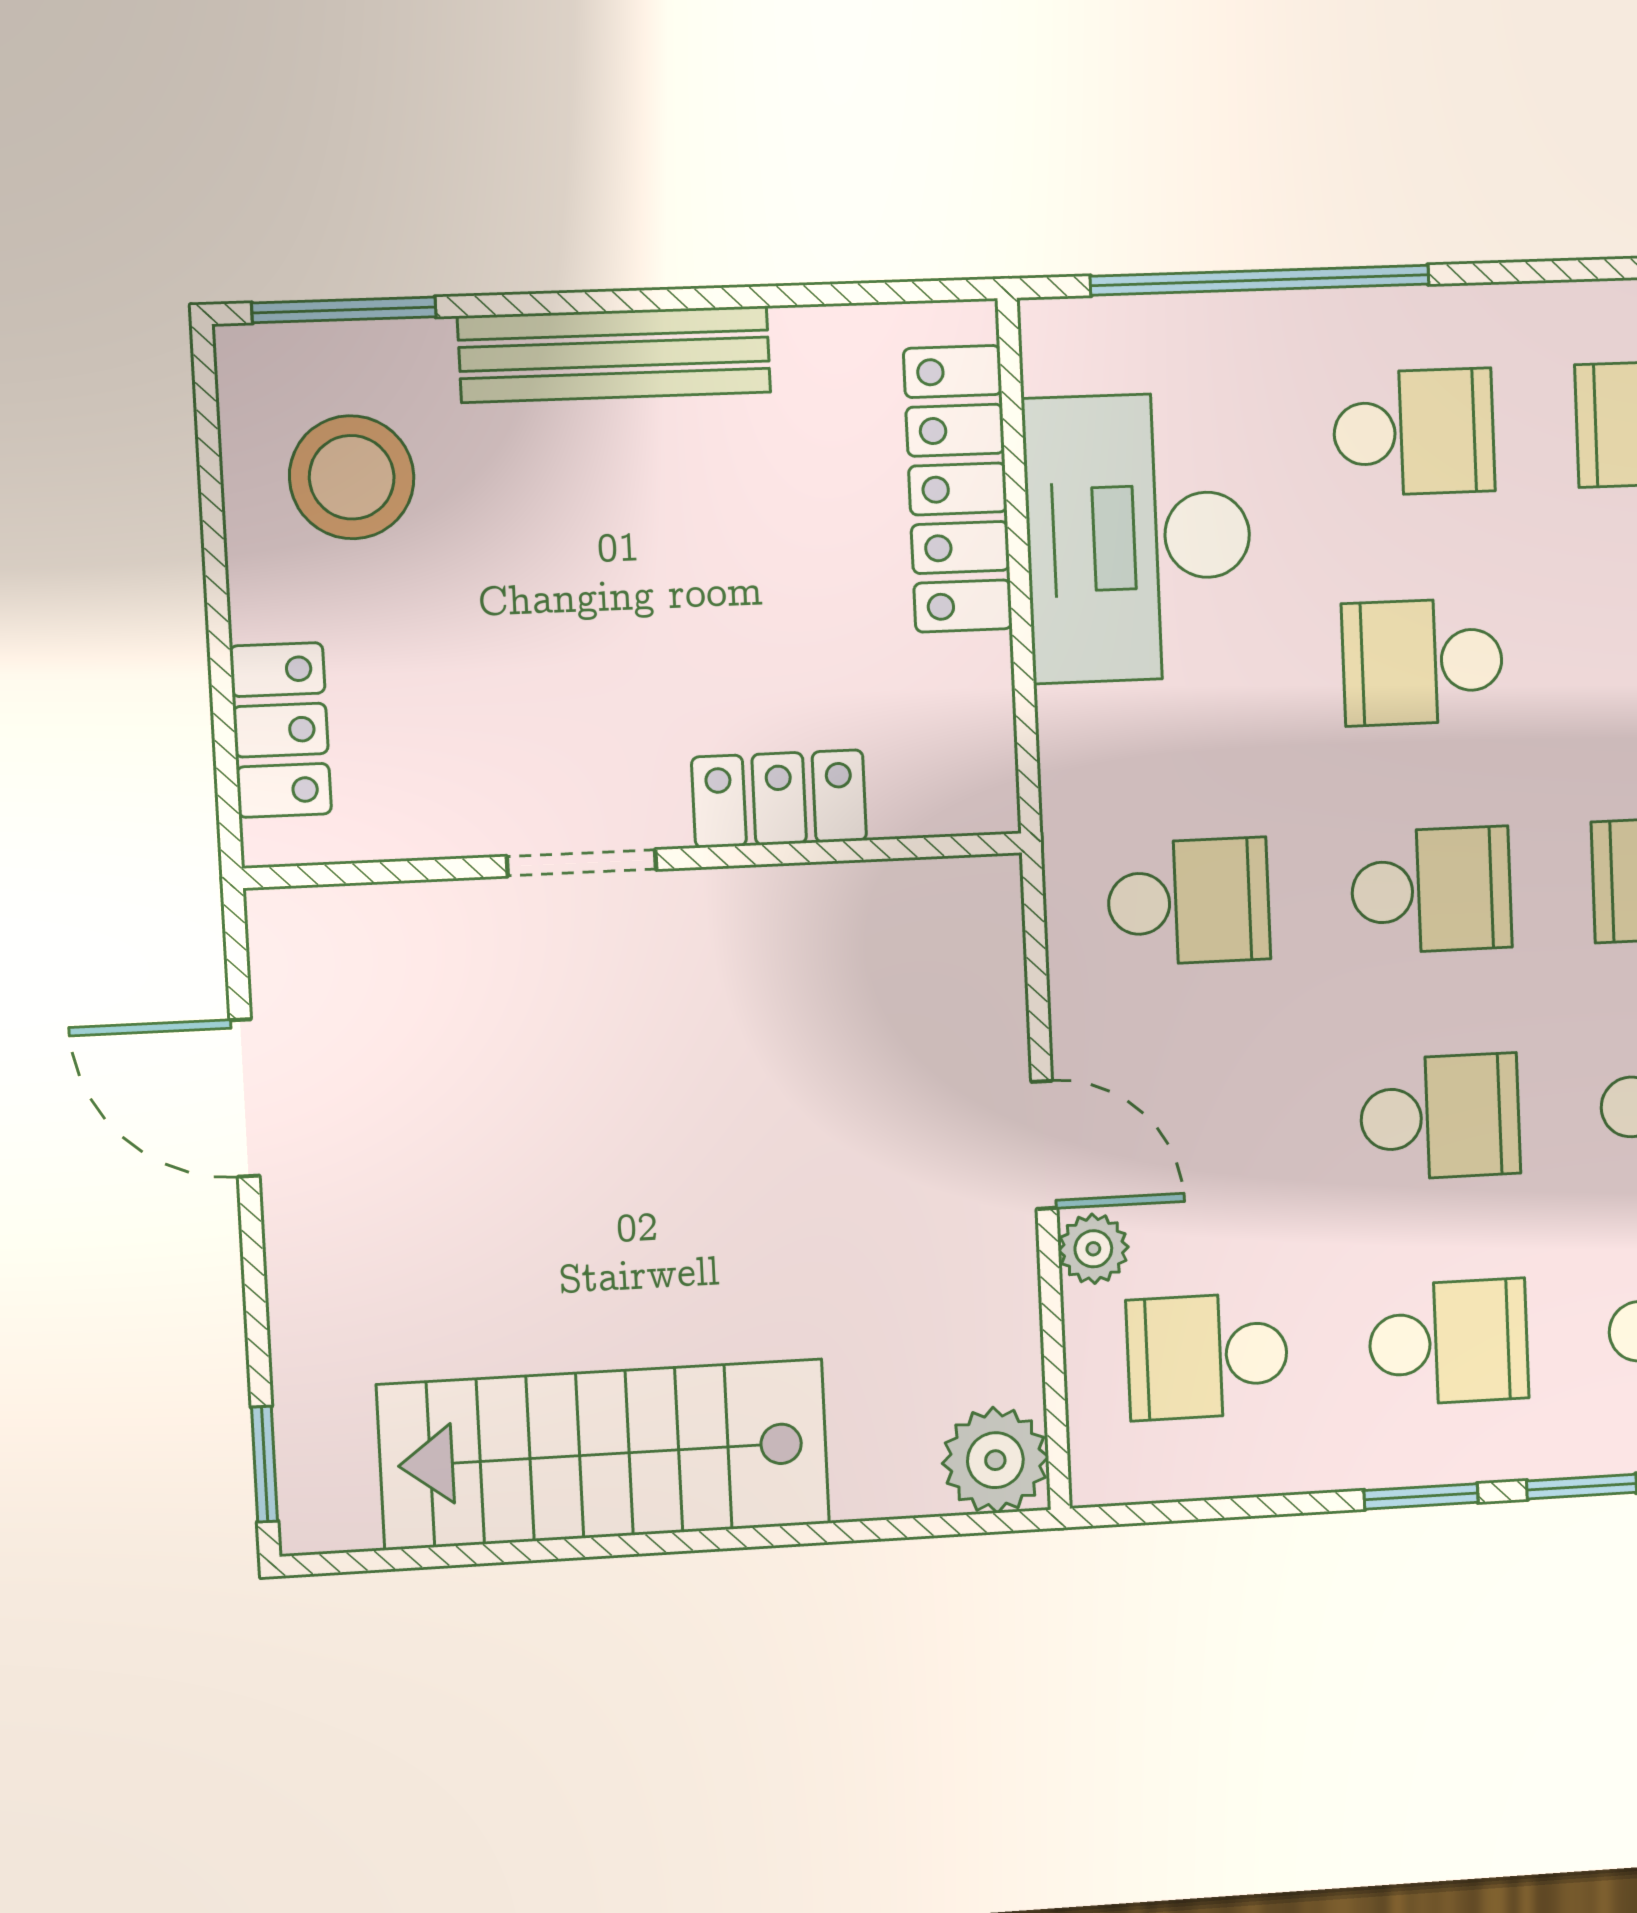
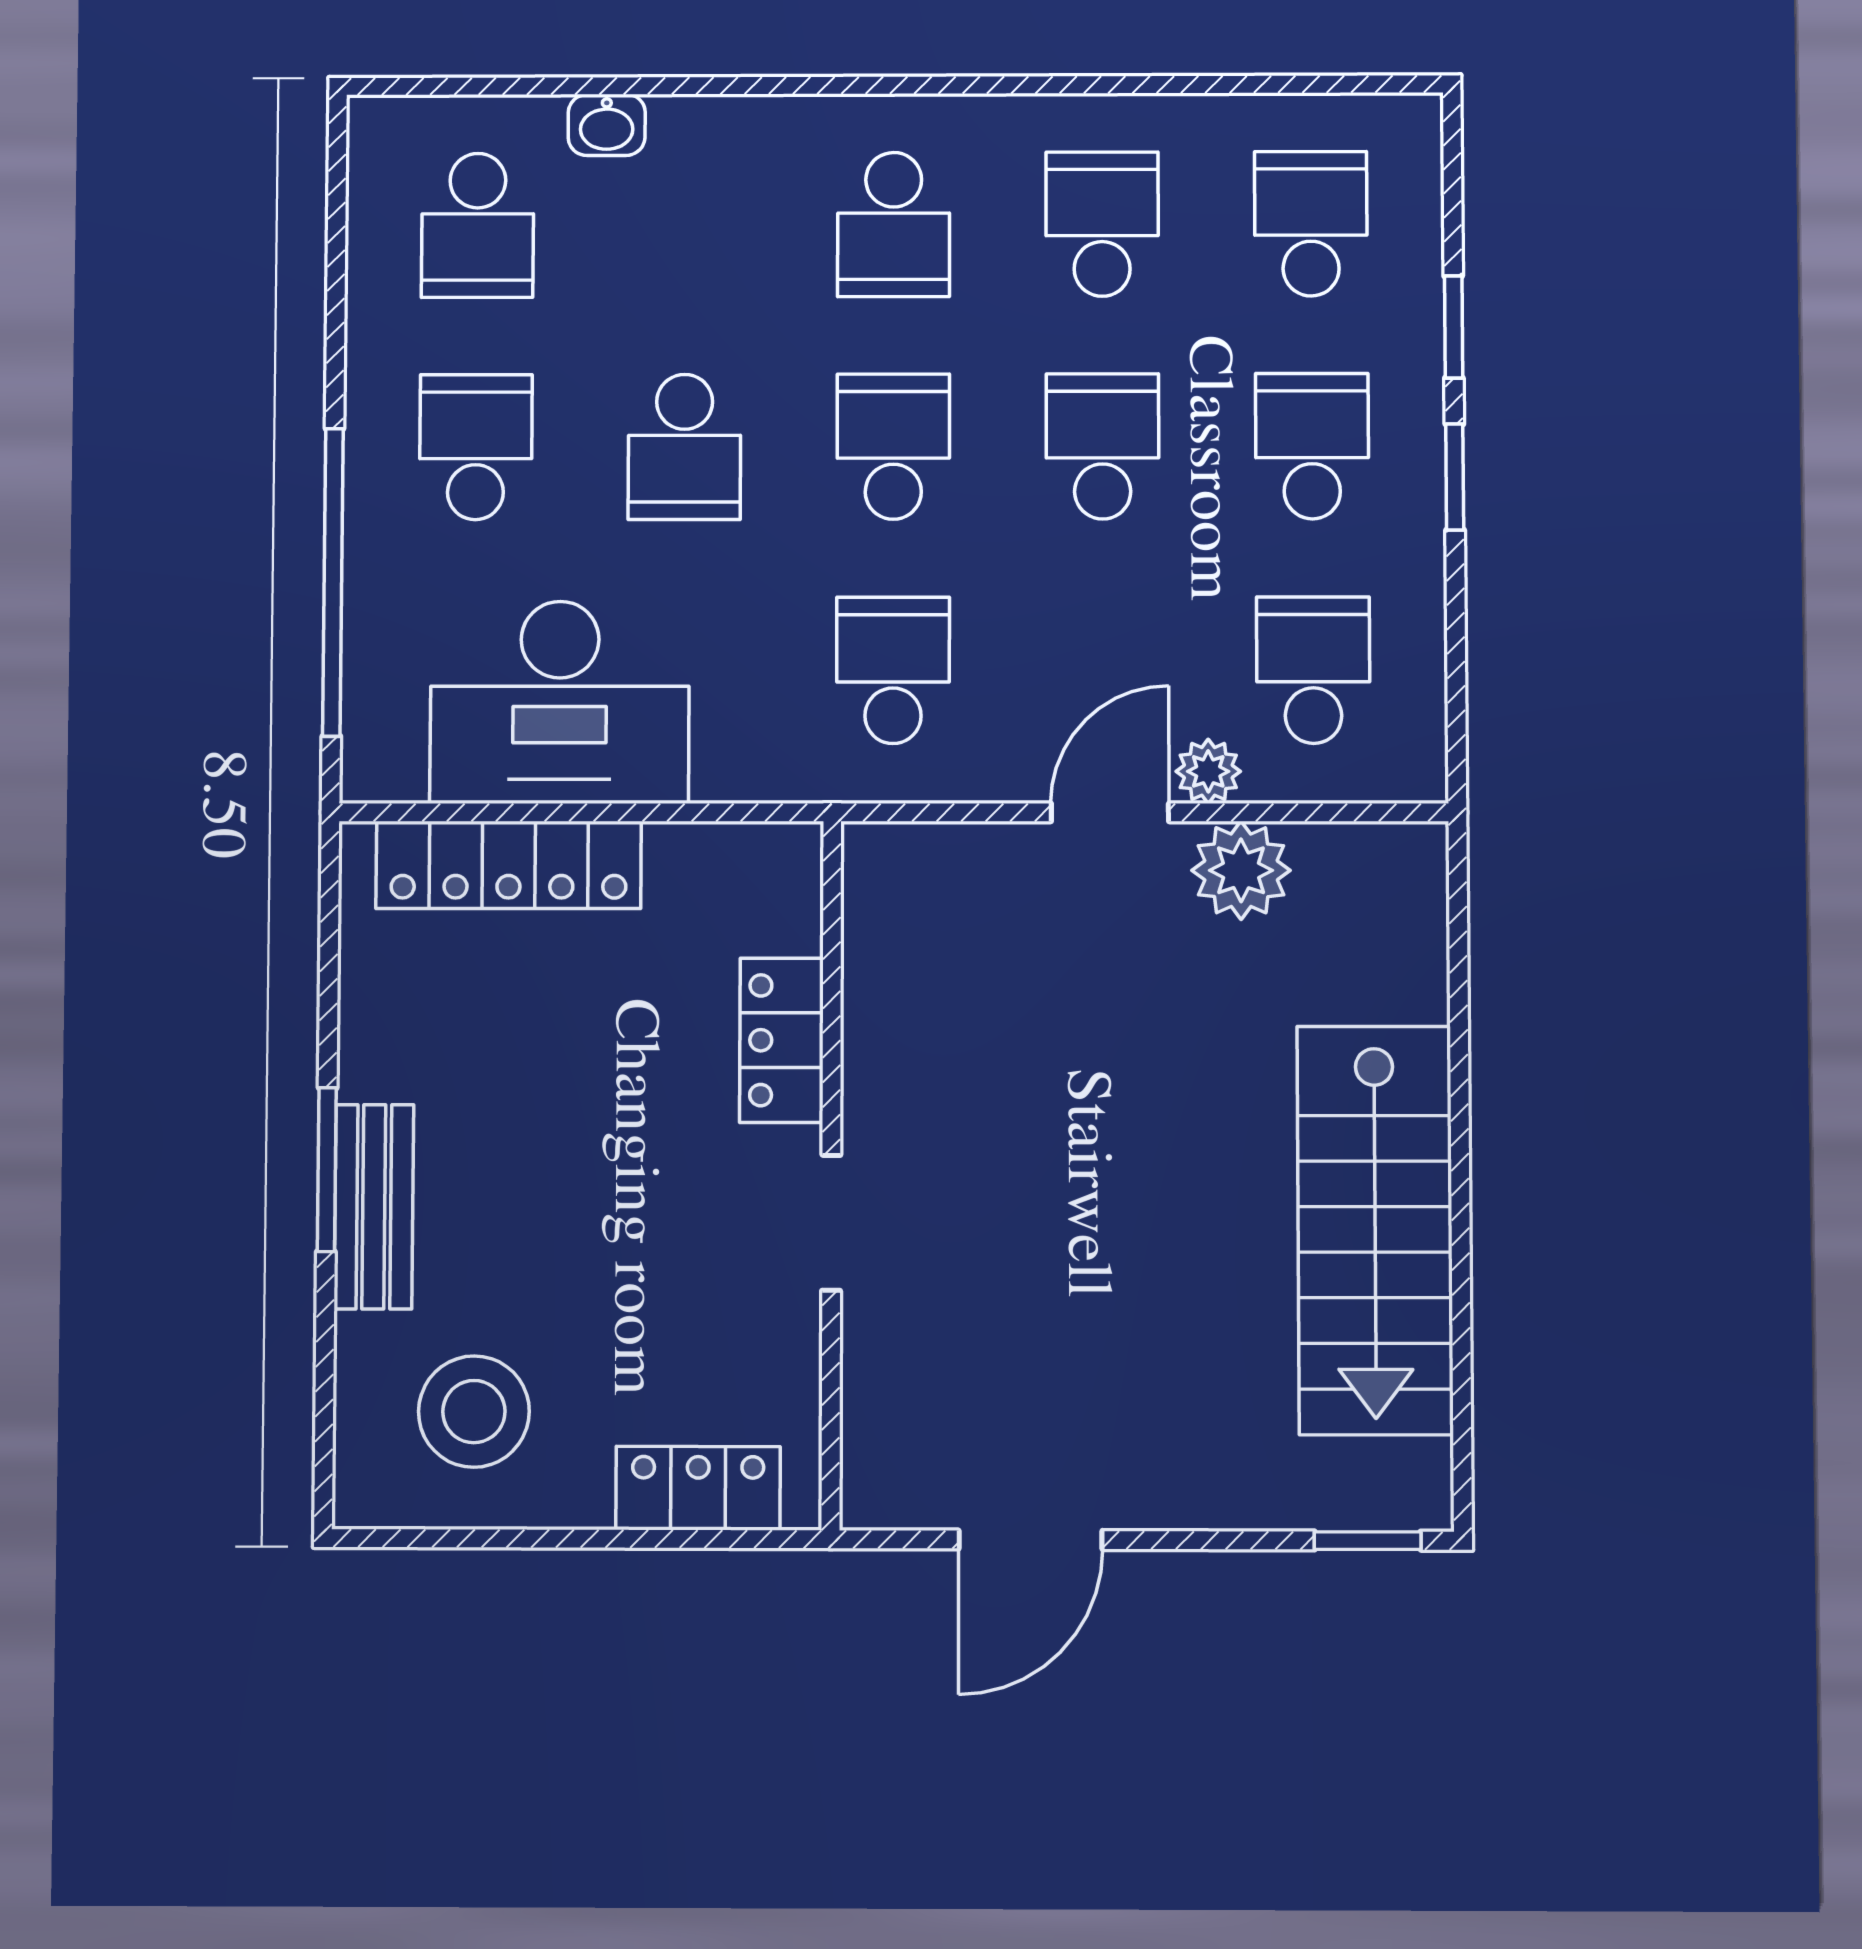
window: (344, 310) -> (327, 1170), moved
bench: (614, 354) -> (374, 1207), width x0.73
school desk: (1207, 1356) -> (1313, 670), turned 180
plant: (995, 1460) -> (1241, 870), moved

